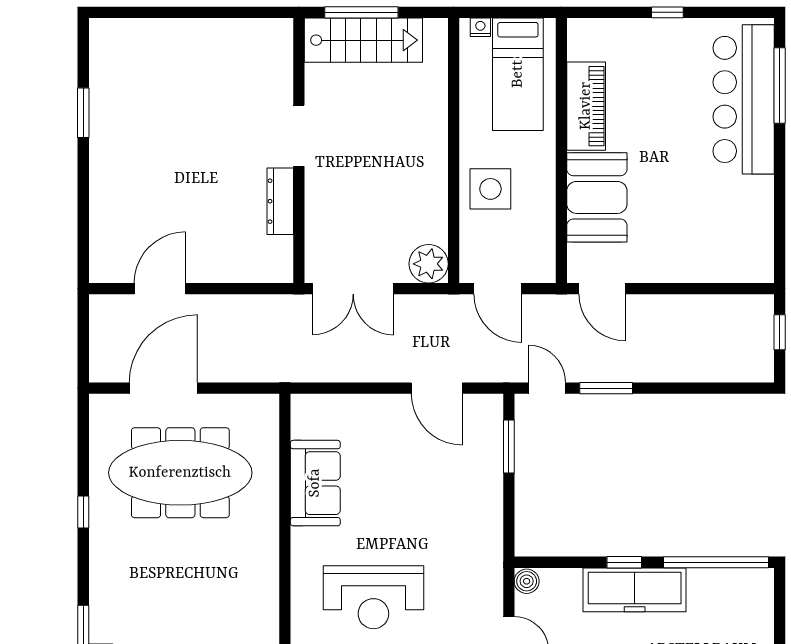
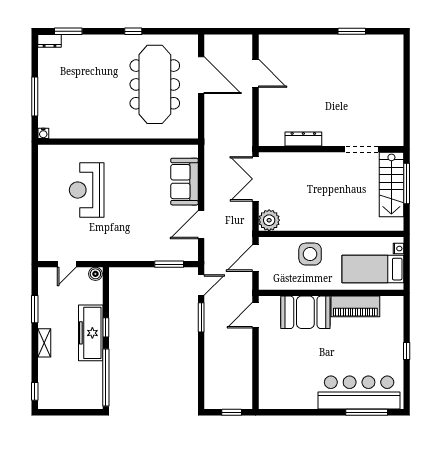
doorway: (299, 136) -> (362, 149), moved
sofa: (315, 483) -> (184, 182), moved, turned 90

